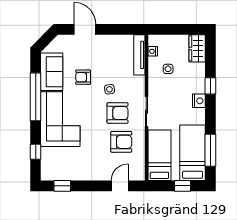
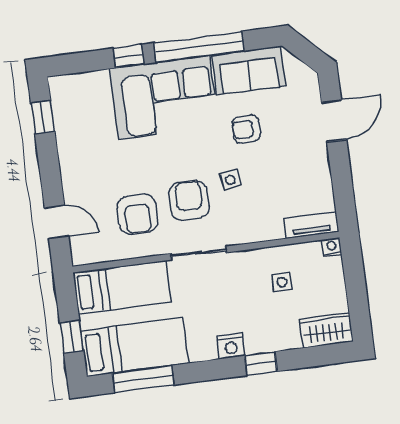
nightstand: (153, 51) -> (332, 247), moved
tv unit: (139, 55) -> (311, 225), width x0.71
armchair: (83, 77) -> (246, 129), turned -90
armchair: (118, 113) -> (189, 201), turned 180
window: (36, 152) -> (129, 56), moved

